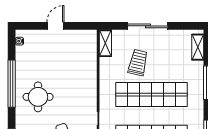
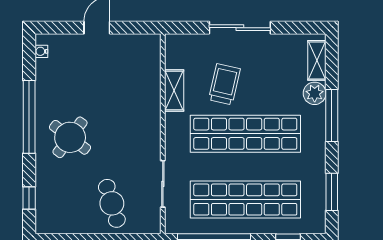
shelving: (105, 43) -> (174, 90), moved
plant: (196, 68) -> (315, 93), added
round table: (38, 97) -> (70, 137), turned 37

